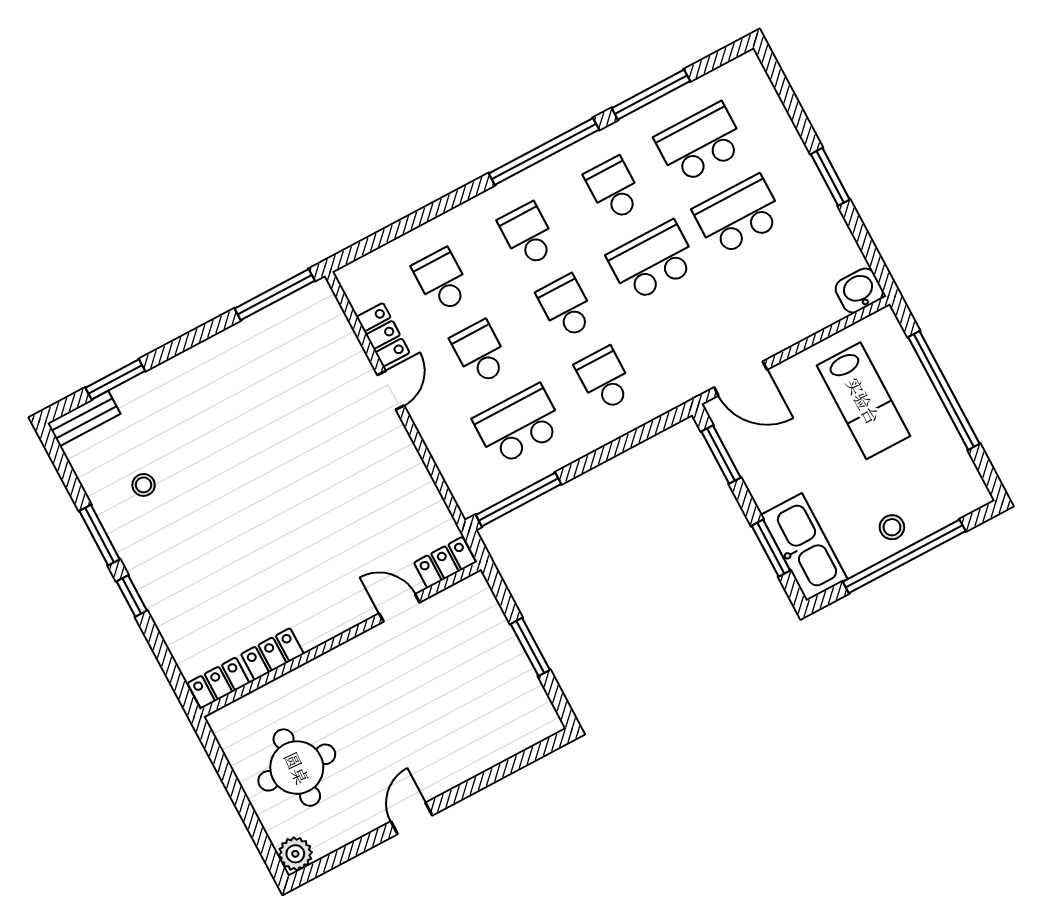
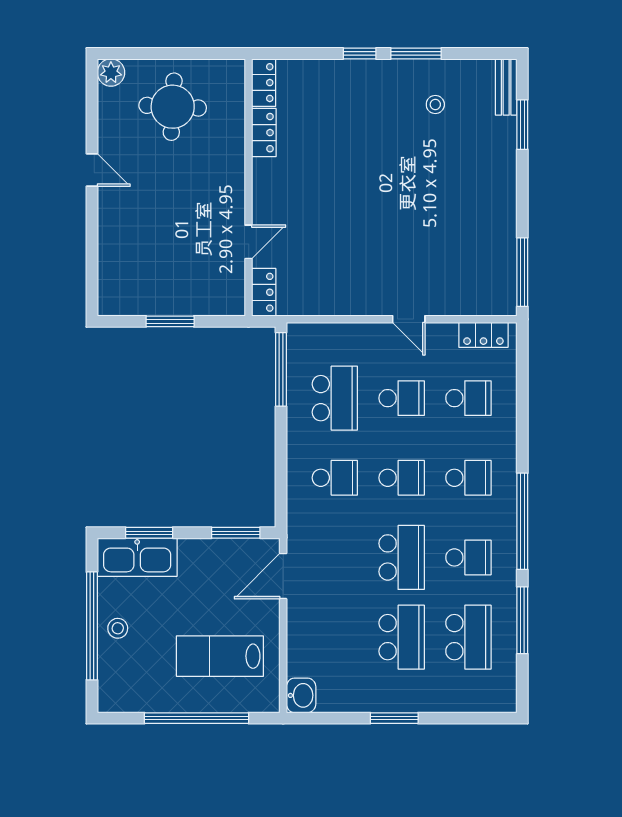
locker: (383, 335) -> (483, 335), moved

